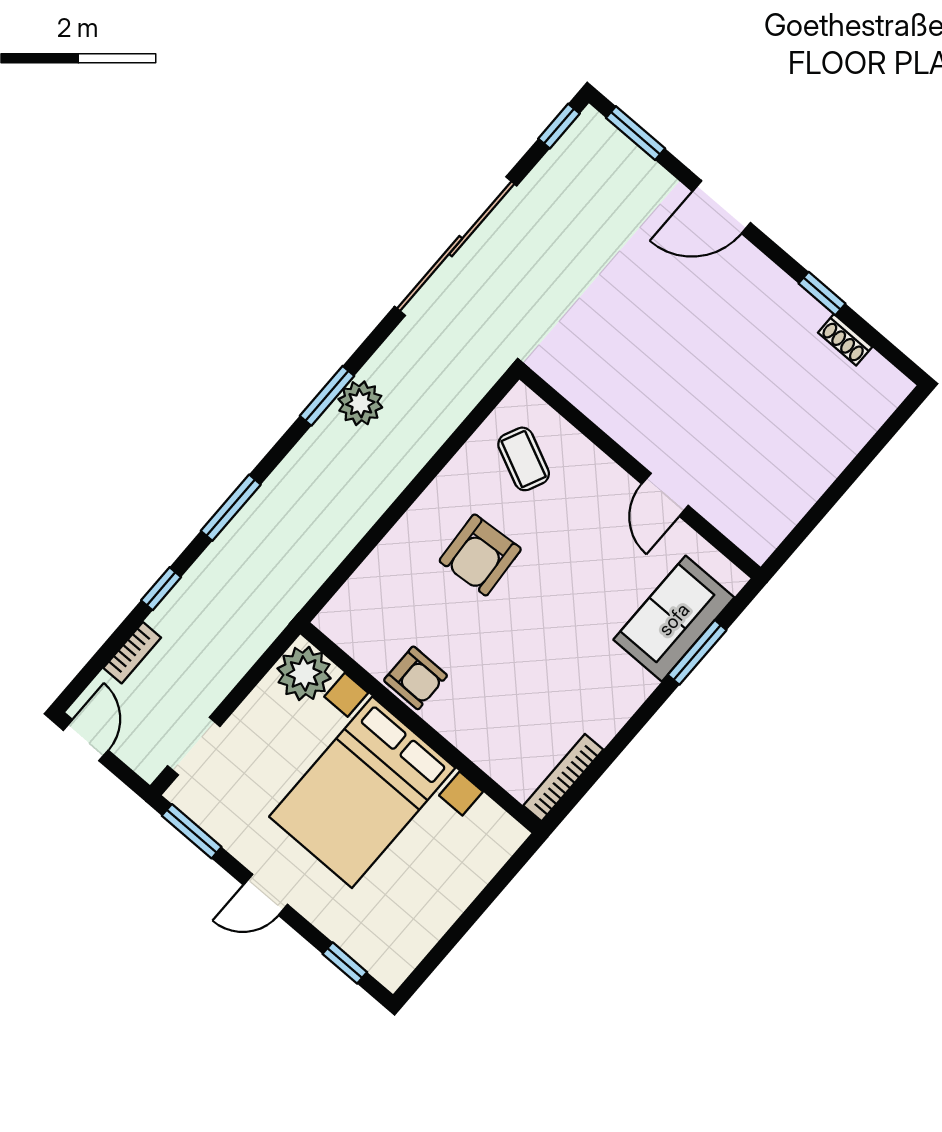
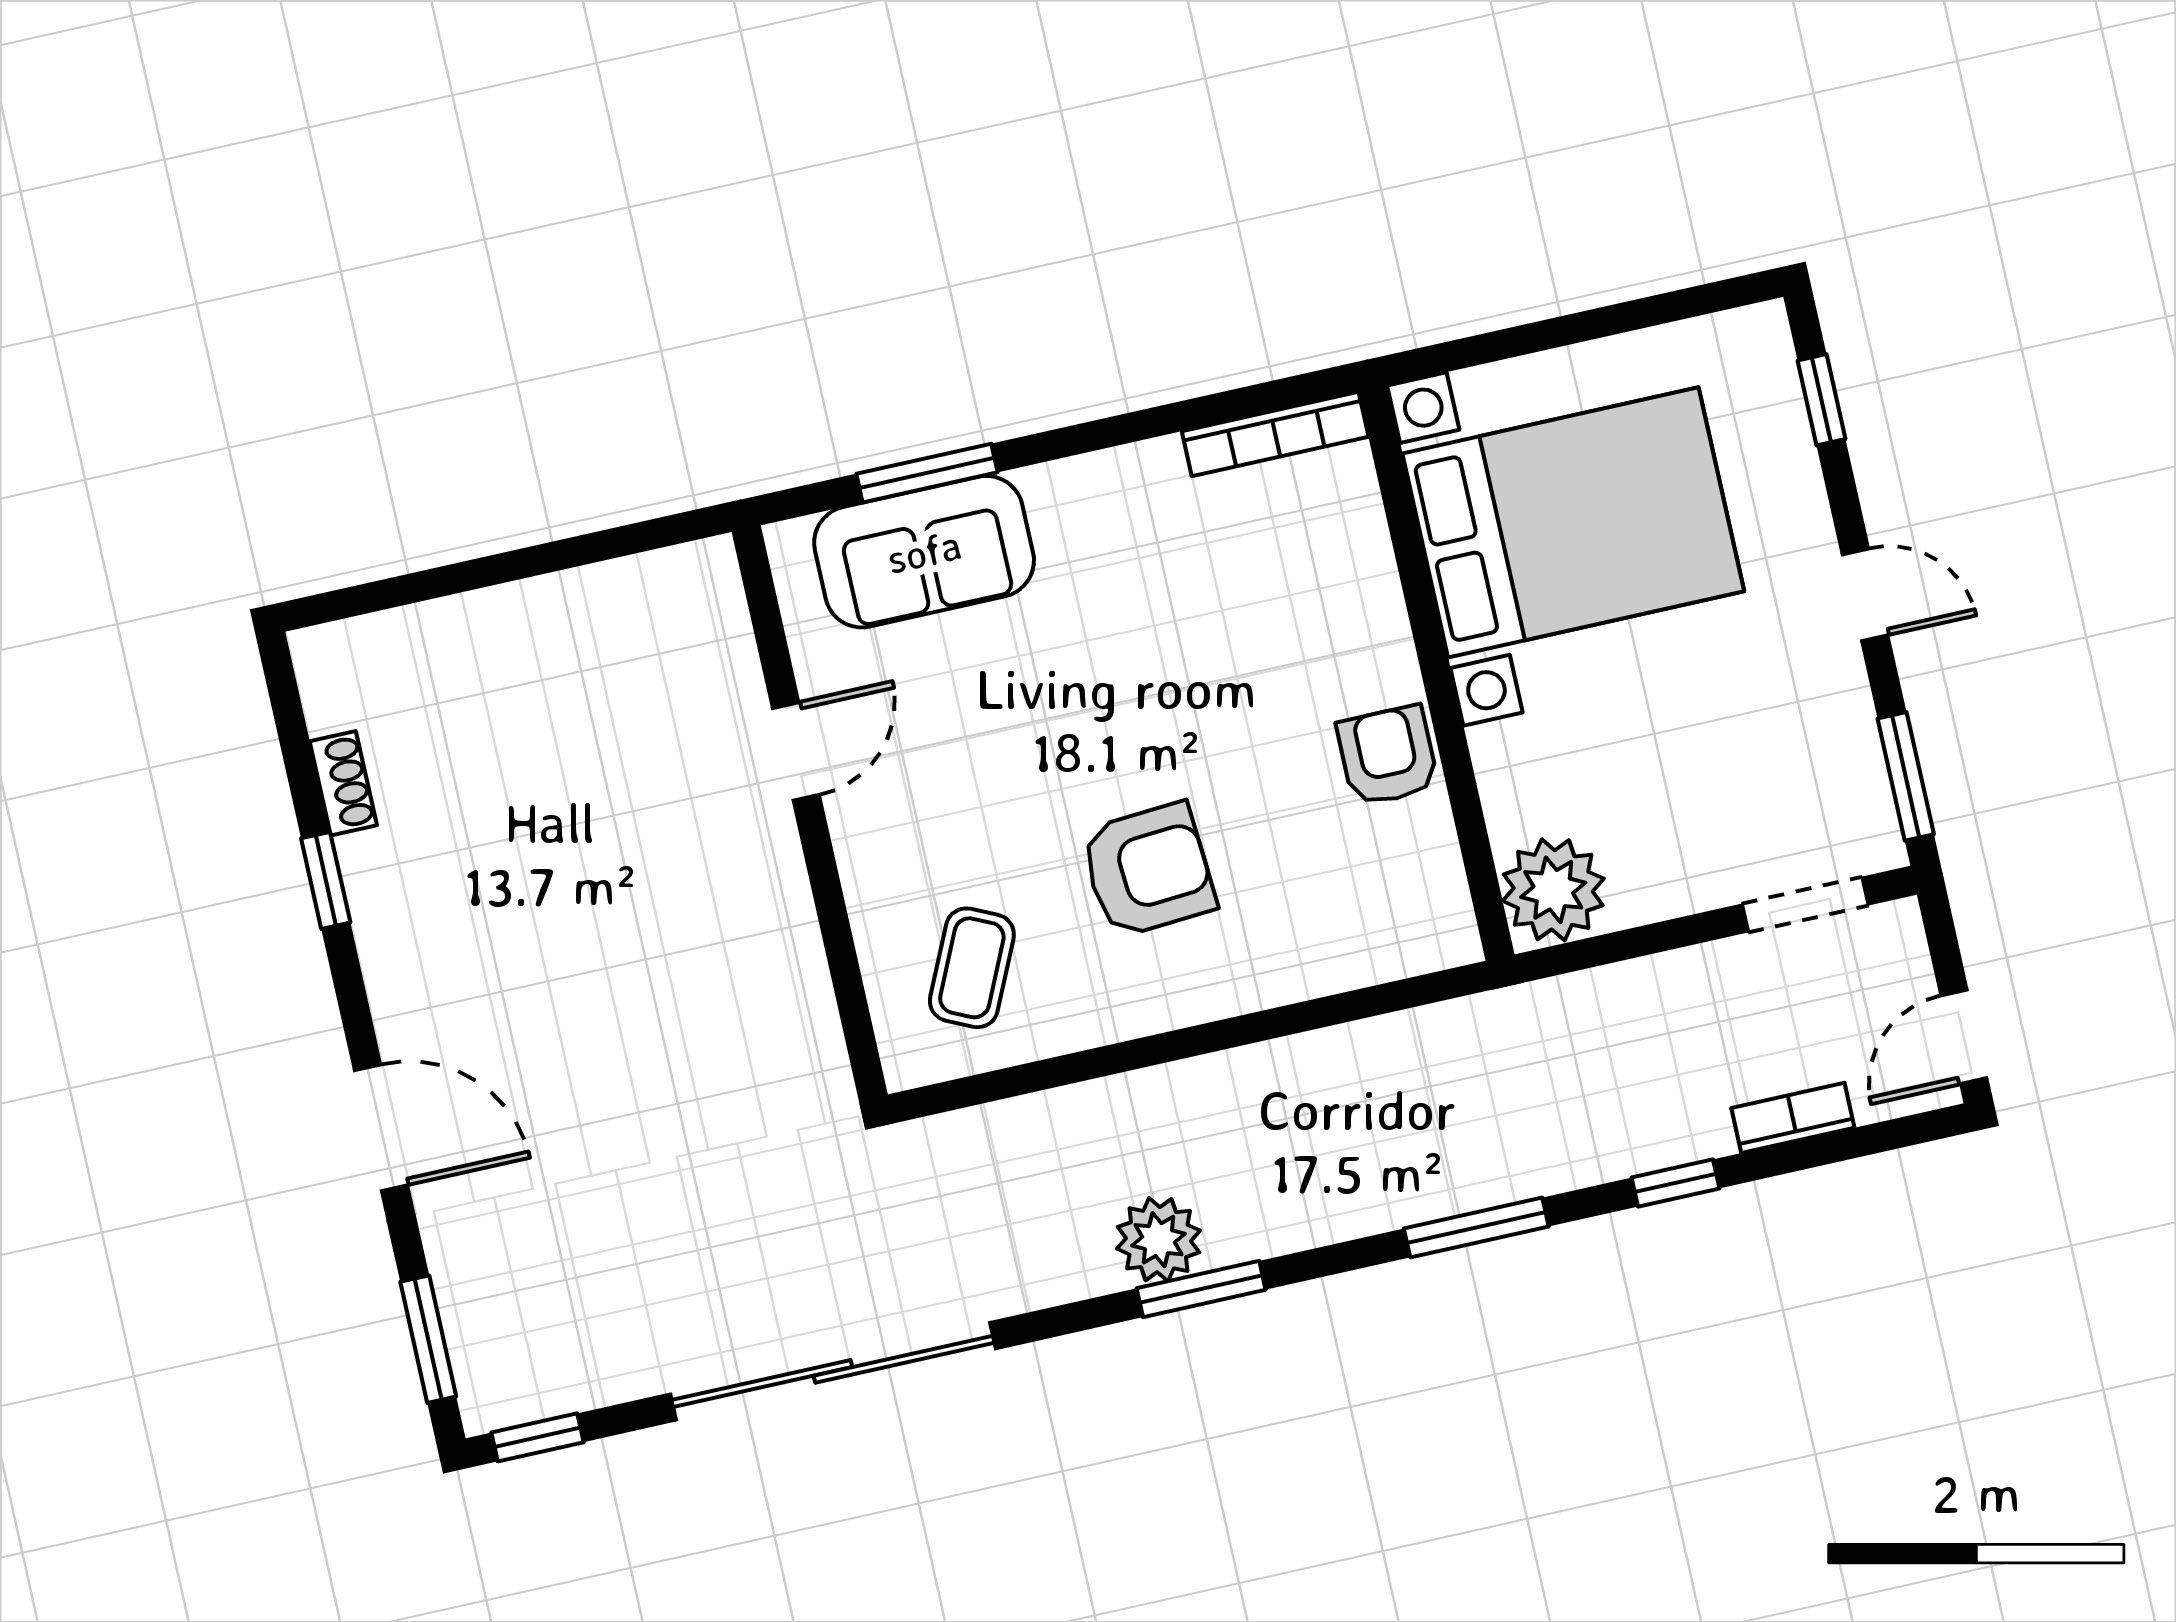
bed with nightstands: (362, 792) -> (1573, 522), moved

